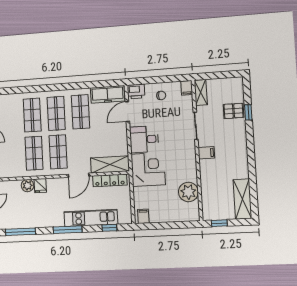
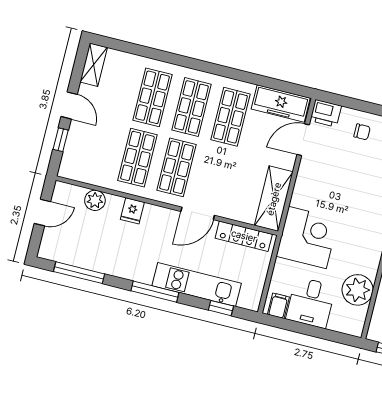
desk: (144, 139) -> (311, 303), moved, turned -90
shelving: (110, 165) -> (274, 199), moved, turned 90
plant: (28, 186) -> (95, 200), moved

